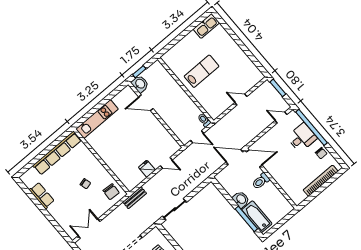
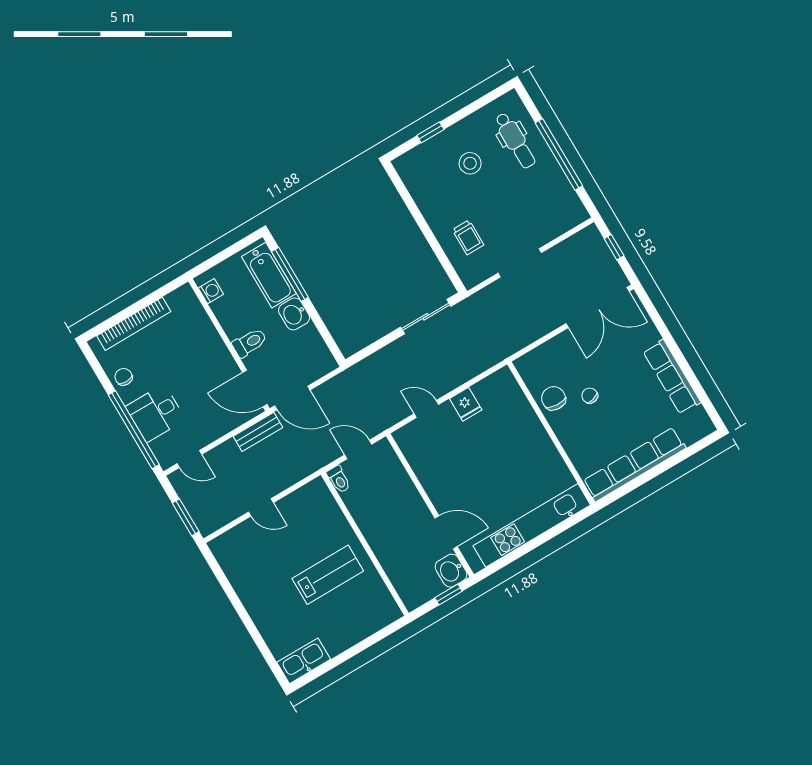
lab bench: (202, 71) -> (328, 575), turned 180
kitchen unit: (97, 119) -> (532, 525), width x1.36
chair: (111, 192) -> (554, 398), moved
row of seats: (42, 196) -> (672, 377), width x1.48
bench: (135, 198) -> (258, 432), moved
washing machine: (285, 204) -> (211, 291), added
double door: (89, 229) -> (597, 307), width x1.37

